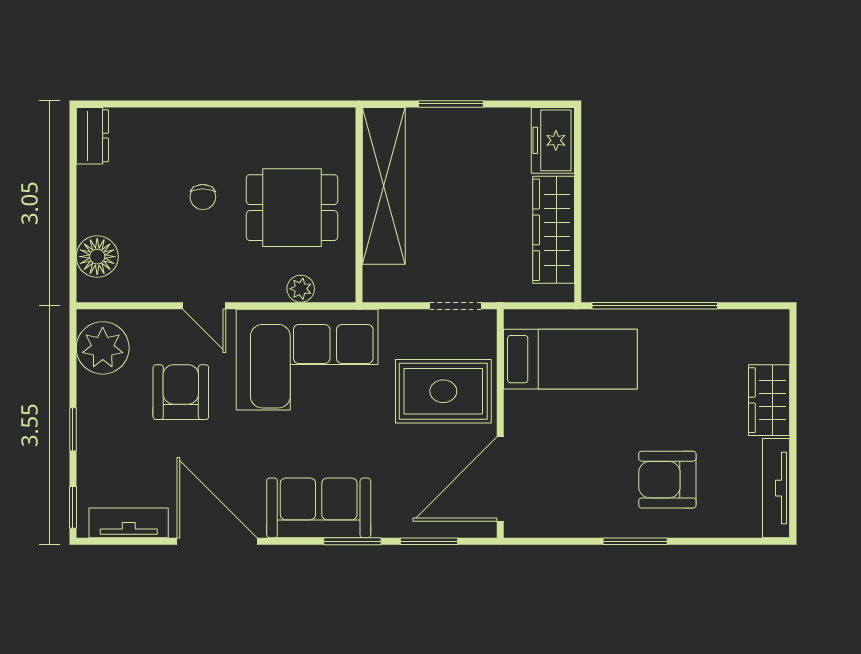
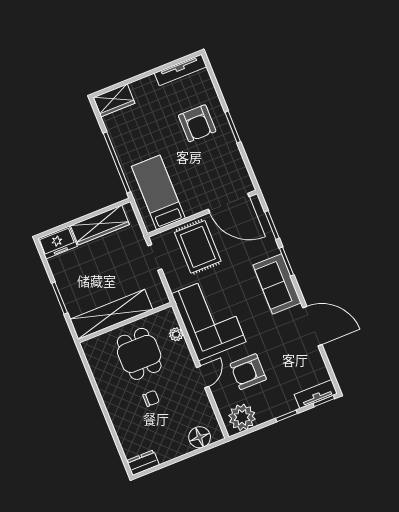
wardrobe: (769, 400) -> (114, 100), moved
tv unit: (129, 523) -> (316, 394), moved, turned 90
door: (217, 541) -> (312, 326), swing flipped

